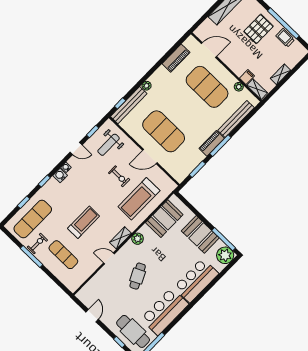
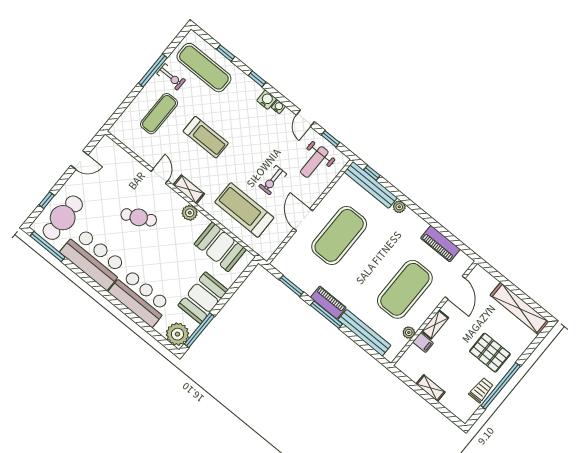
shelving: (257, 89) -> (435, 325), moved
weight bench: (109, 145) -> (314, 162), turned -90

